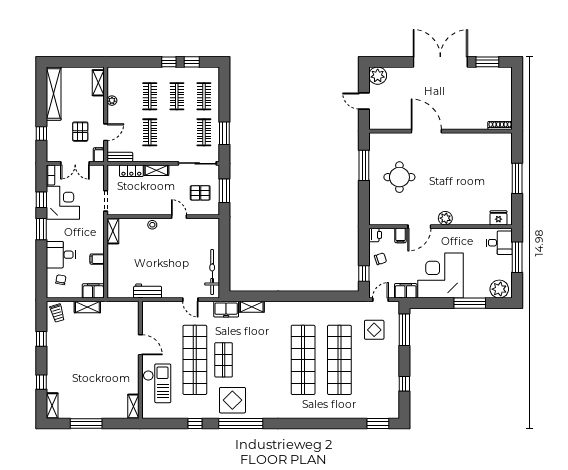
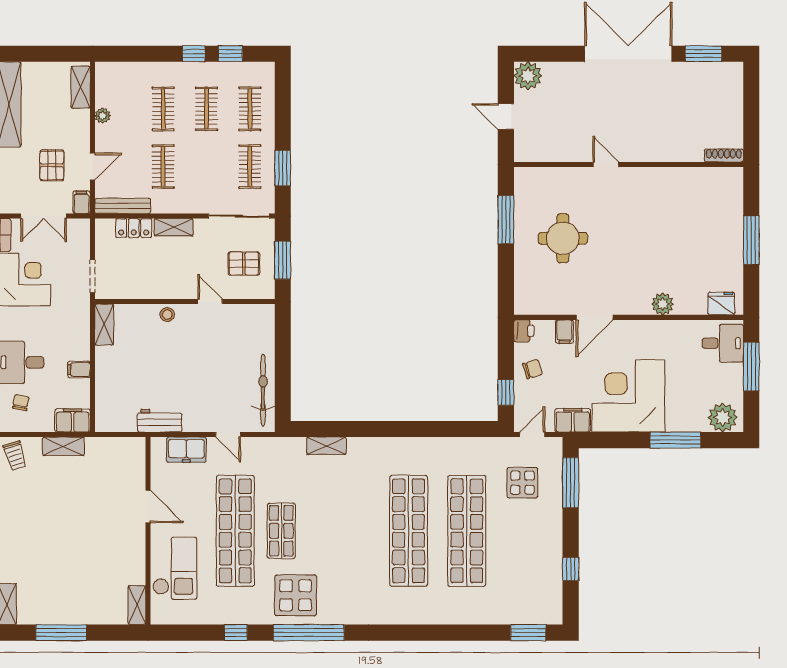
door: (426, 131) -> (606, 164), width x0.53
bench: (120, 157) -> (123, 206), width x1.36
plant: (445, 218) -> (663, 304), moved
freezer: (226, 309) -> (186, 450), moved

